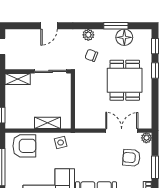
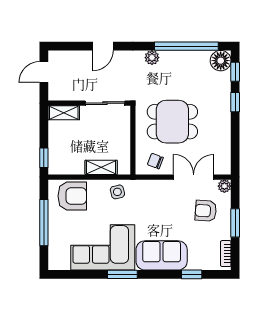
window: (116, 26) -> (186, 46), width x2.11
floor lamp: (124, 37) -> (221, 61), moved
chair: (91, 55) -> (155, 161), moved
dining table: (125, 80) -> (172, 122), moved, turned 90

